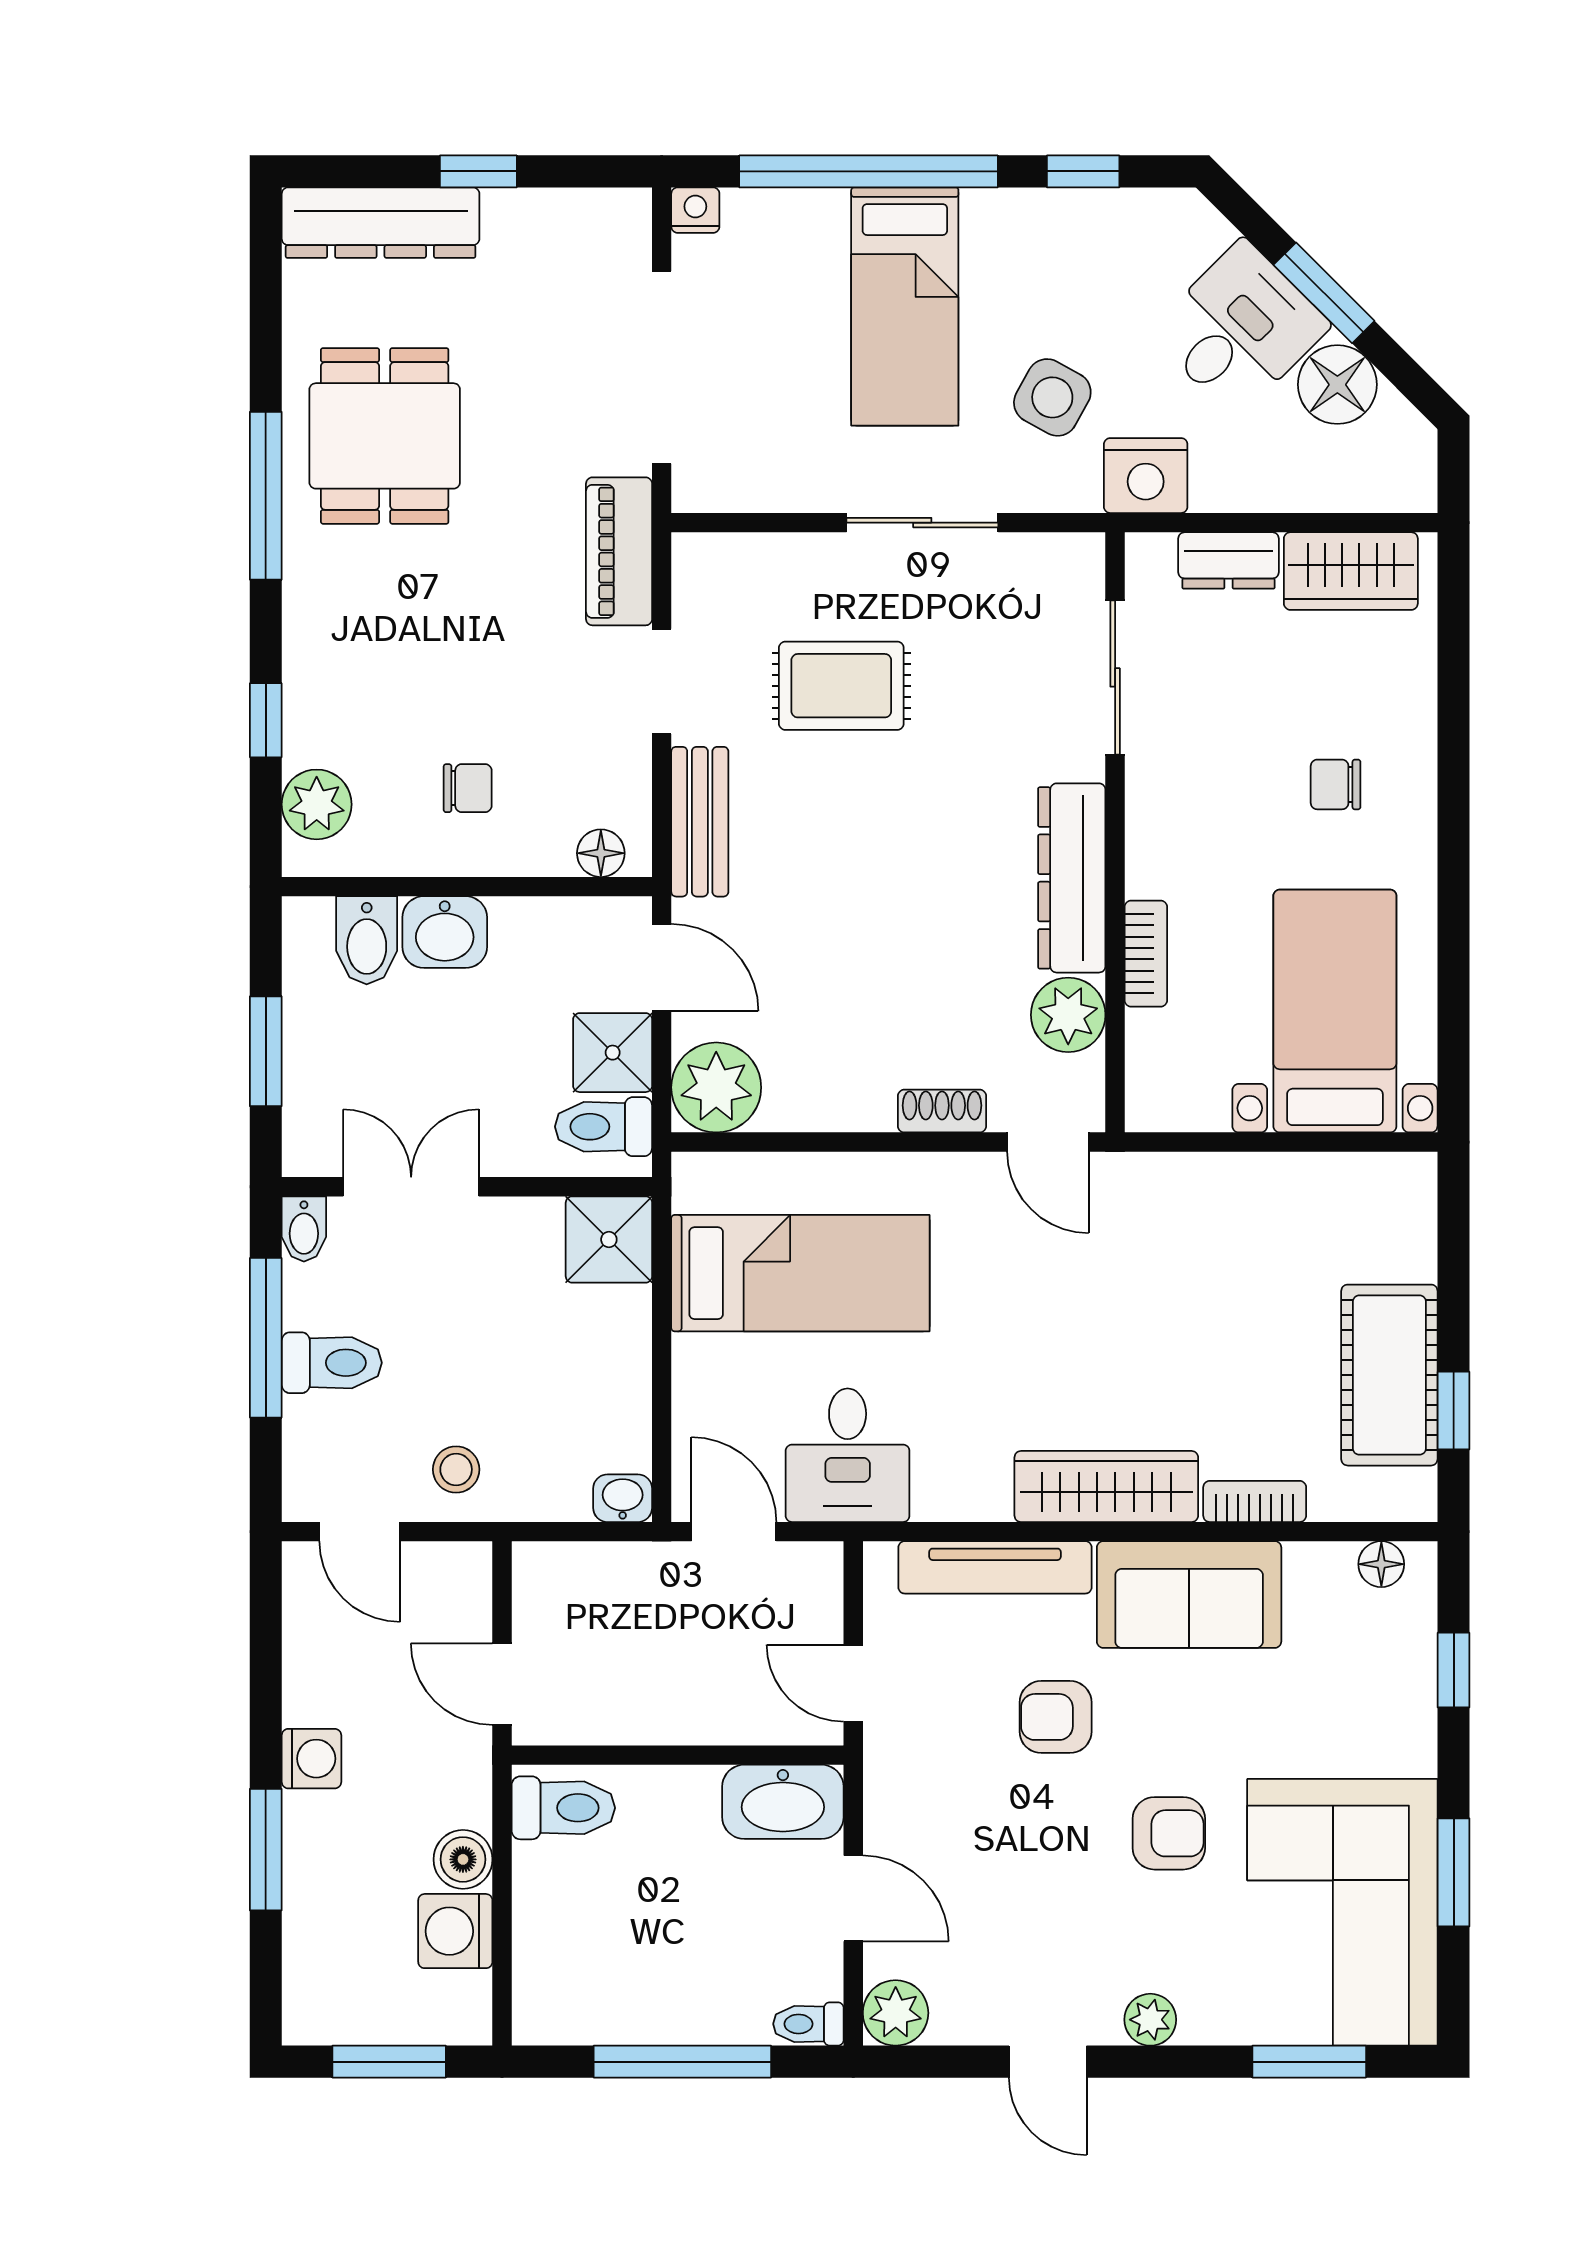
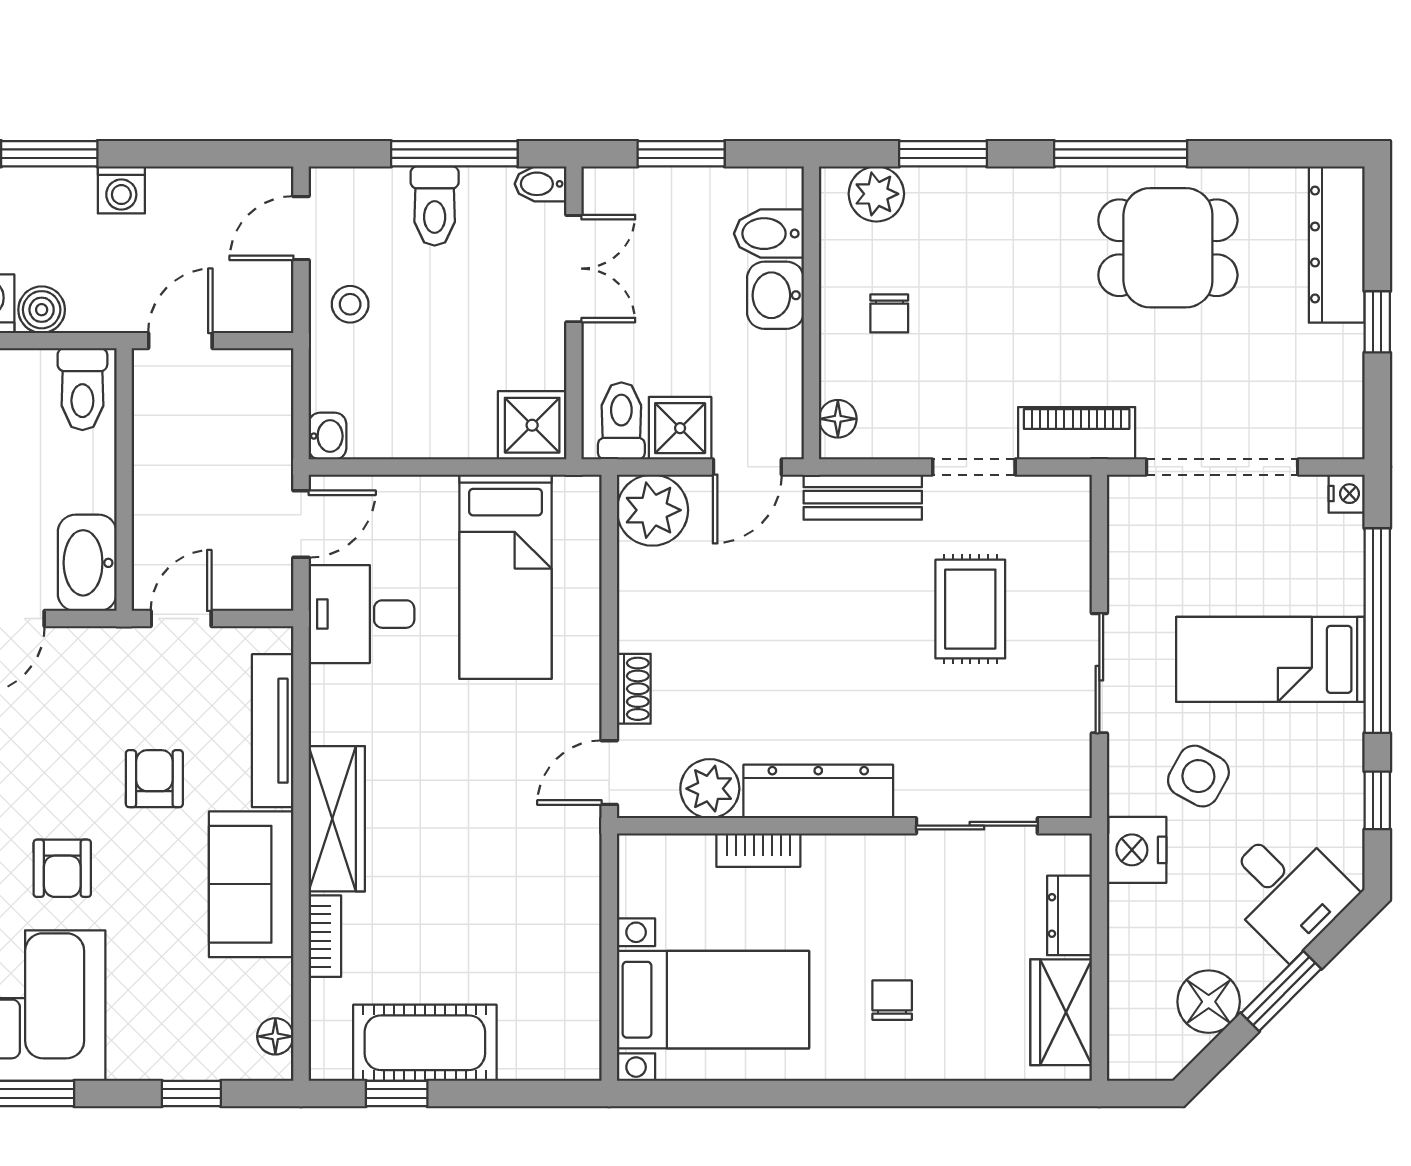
desk: (1239, 329) -> (1287, 890), moved
window: (266, 720) -> (943, 154), width x1.50

